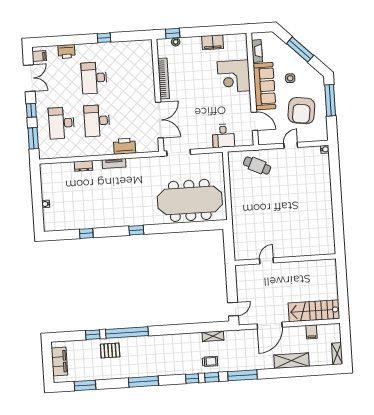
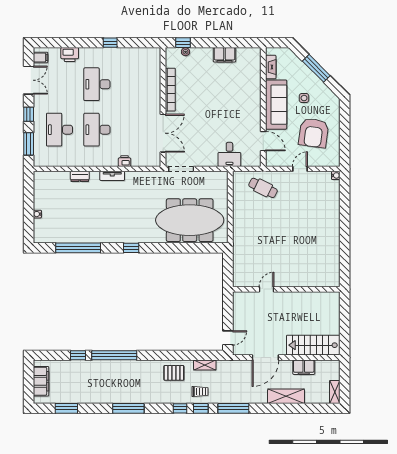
corner desk: (234, 76) -> (244, 92), removed
window: (330, 100) -> (345, 124), removed
printer: (125, 146) -> (125, 161), width x0.53, depth x0.68
window: (86, 233) -> (78, 248), width x3.17
filing cabinet: (312, 332) -> (304, 367), width x2.00
pallet: (110, 350) -> (174, 373), moved

